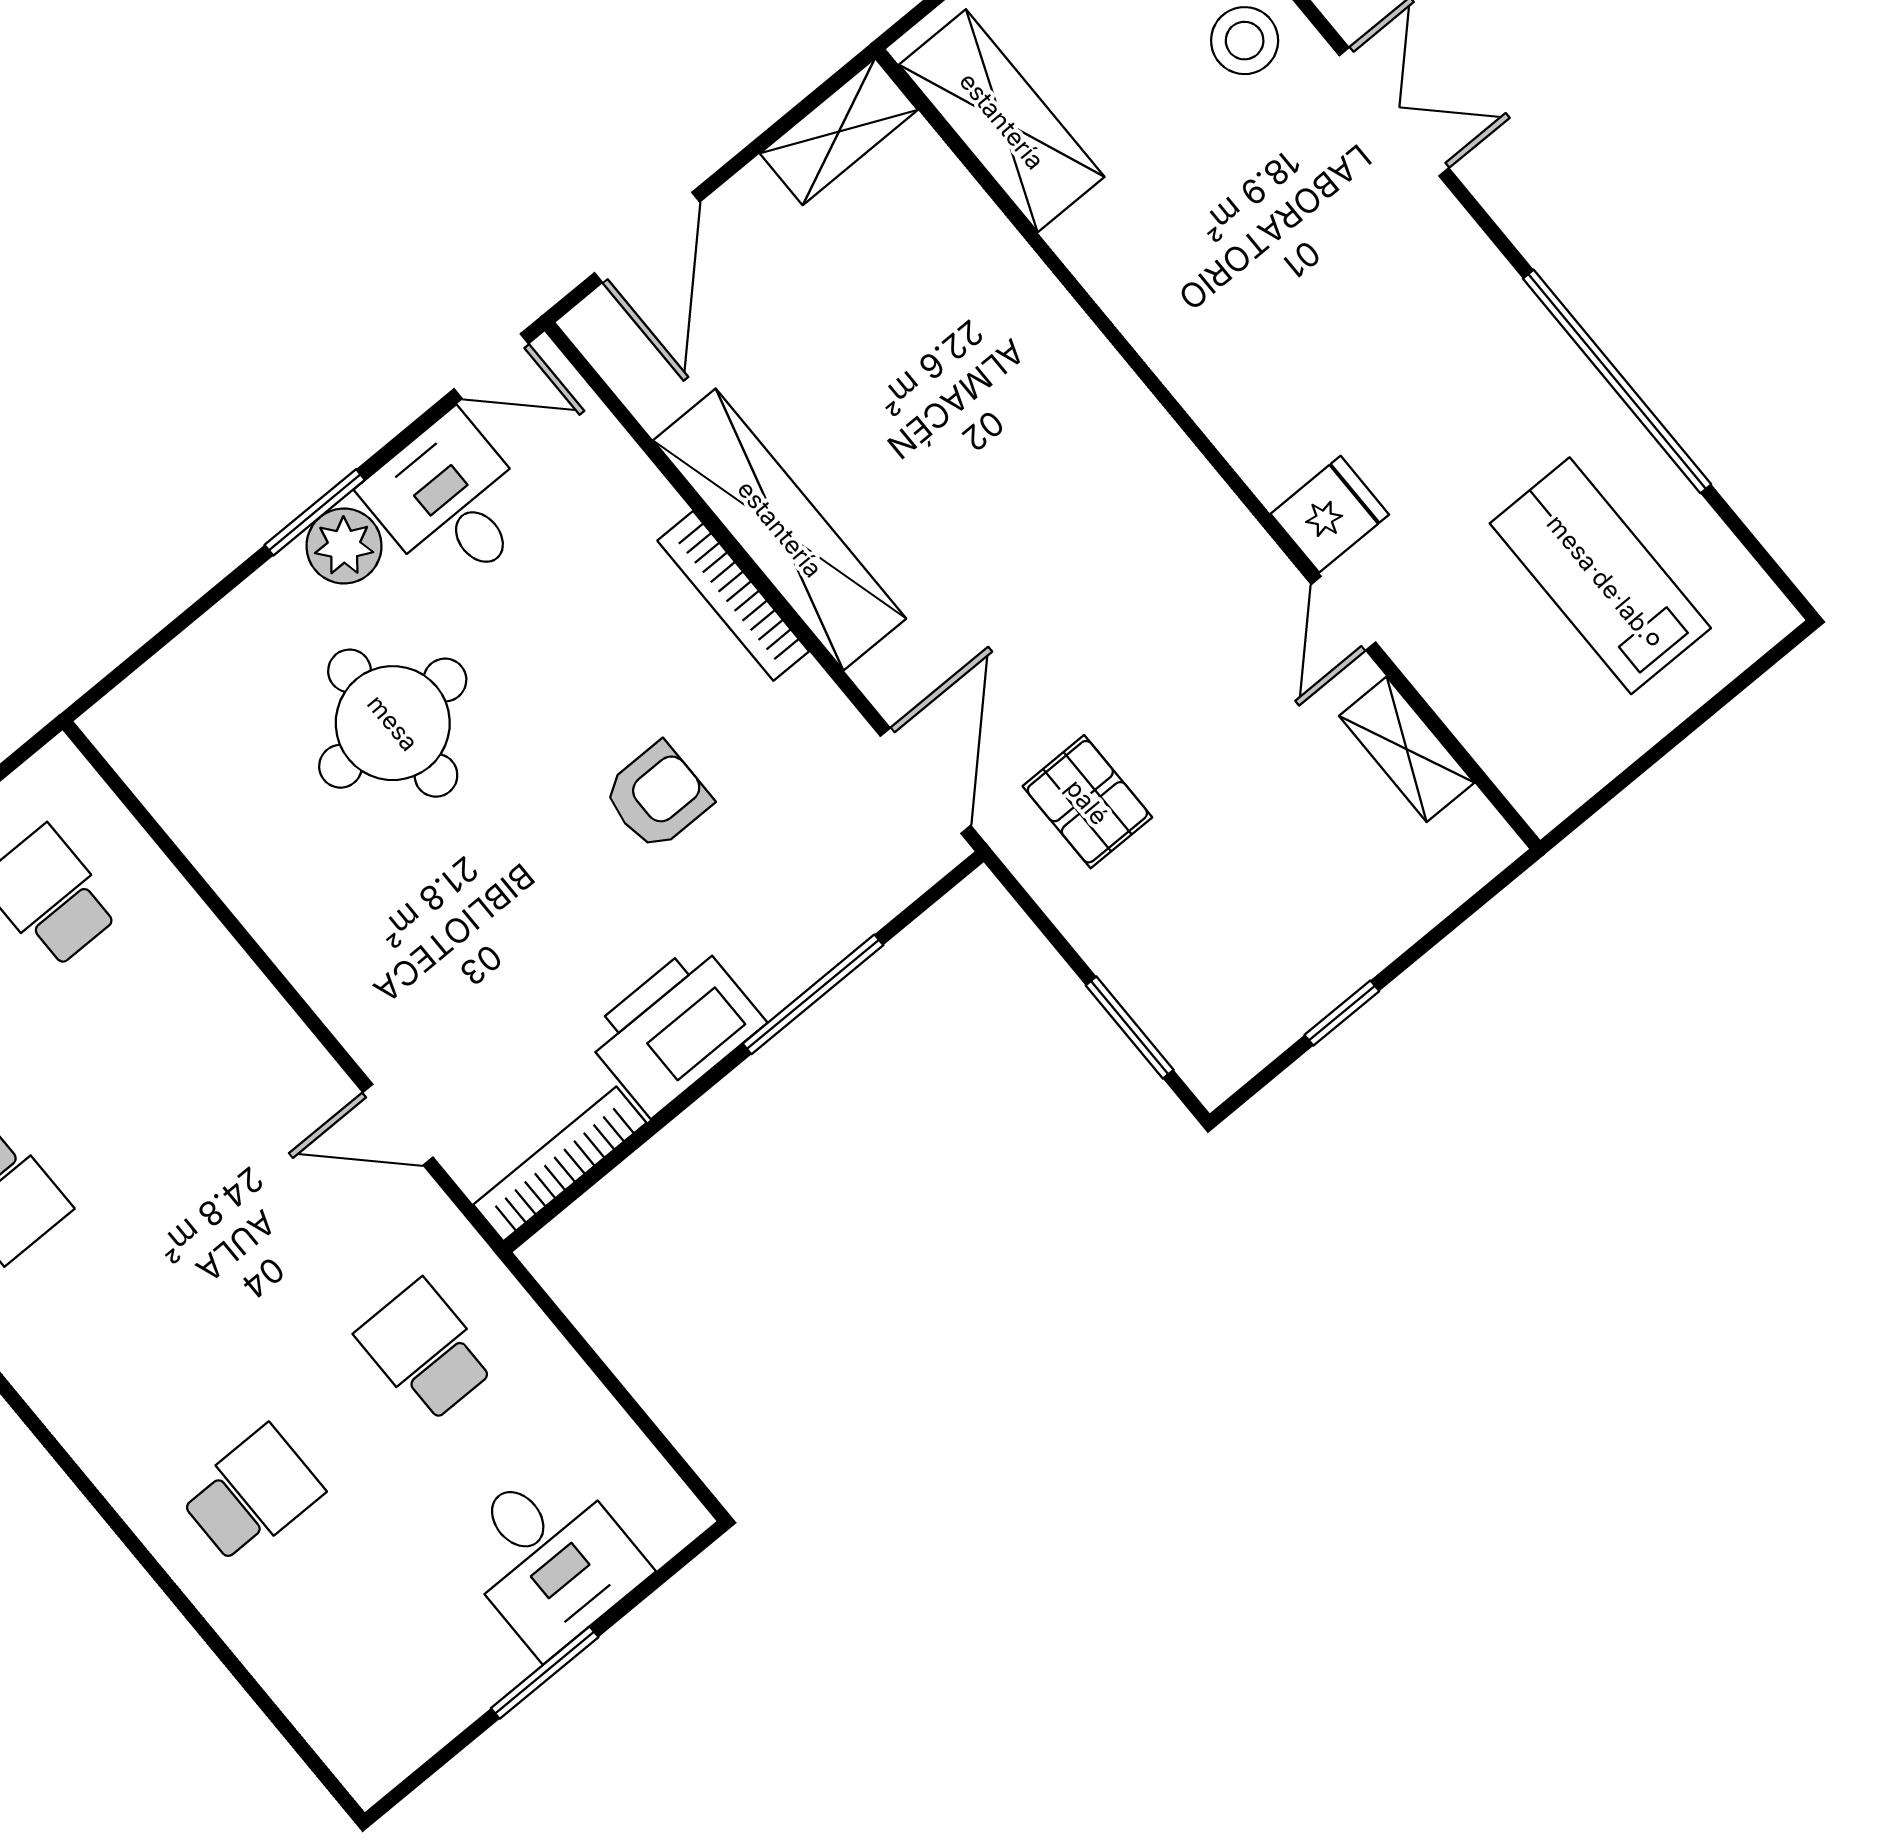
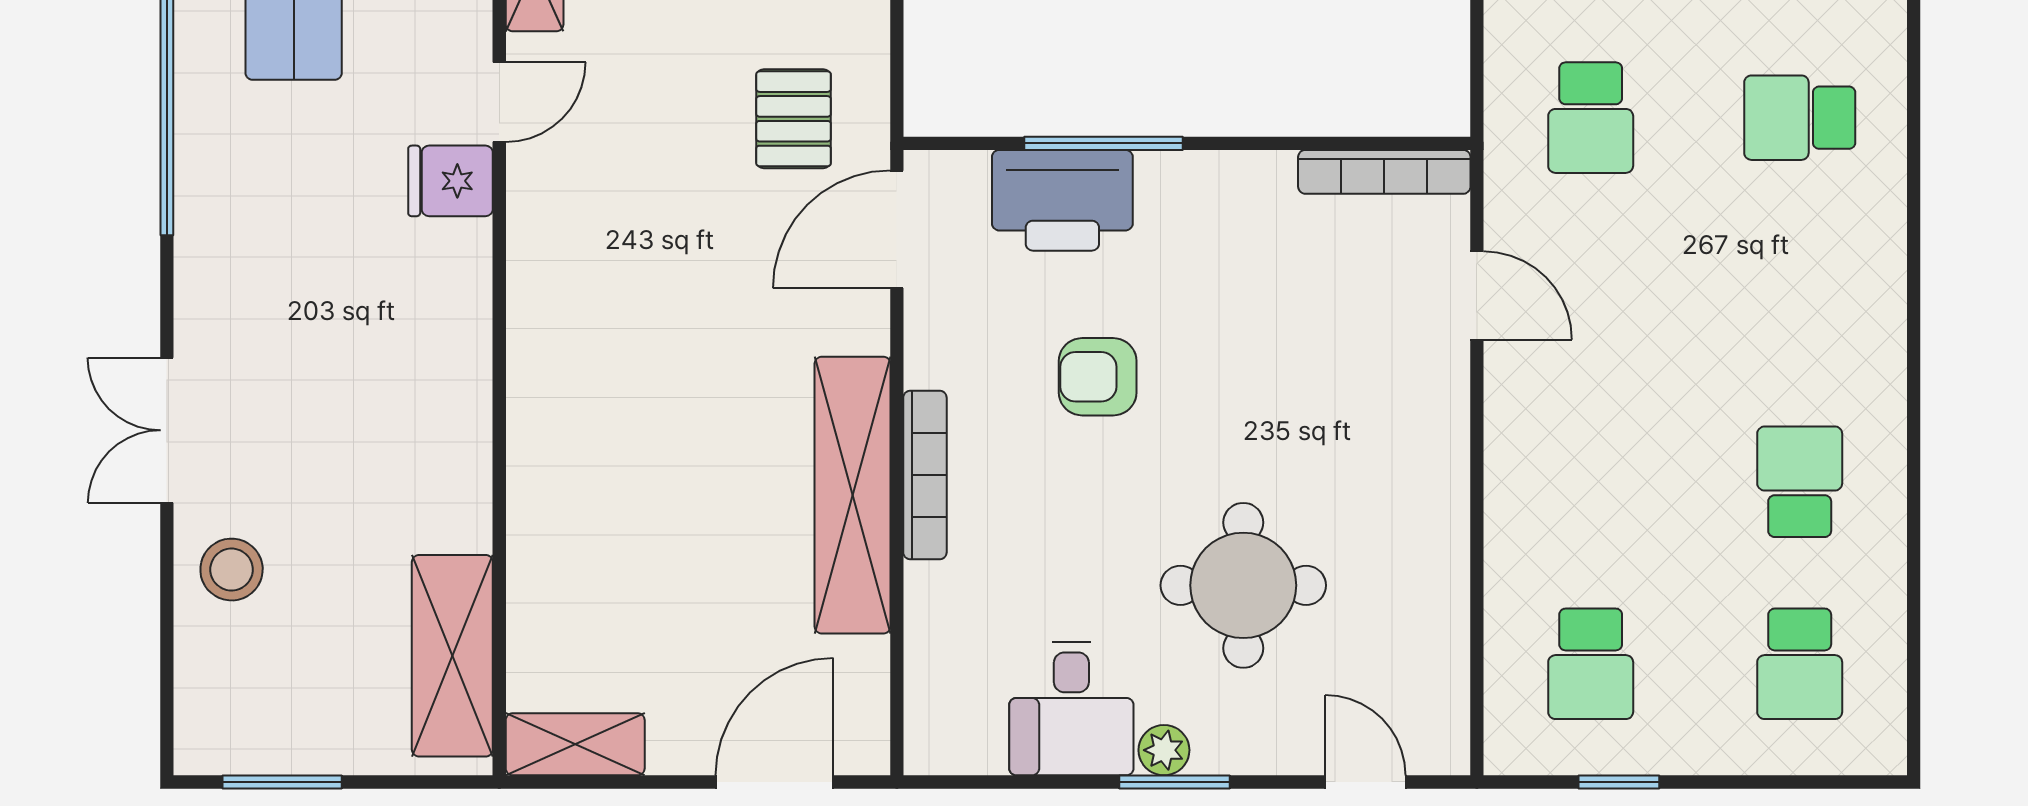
door: (491, 366) -> (1365, 782), moved
plant: (344, 546) -> (1164, 750), width x0.73, depth x0.73
printer: (675, 1029) -> (1062, 200), moved

